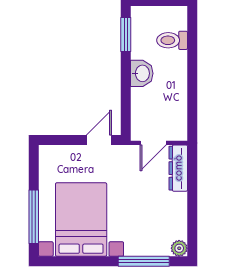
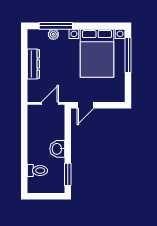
dresser: (178, 168) -> (33, 64), moved
plant: (179, 248) -> (53, 34), moved

